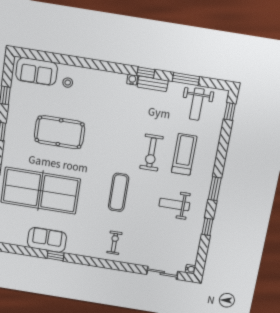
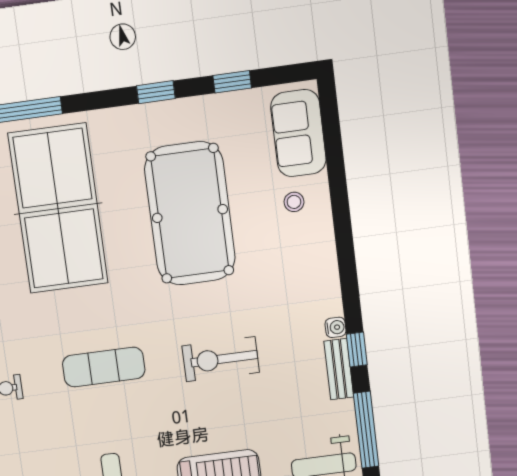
window: (186, 79) -> (366, 430), width x1.44
pool table: (60, 132) -> (190, 214), width x1.36, depth x1.32
exercise bike: (151, 153) -> (221, 359), moved

